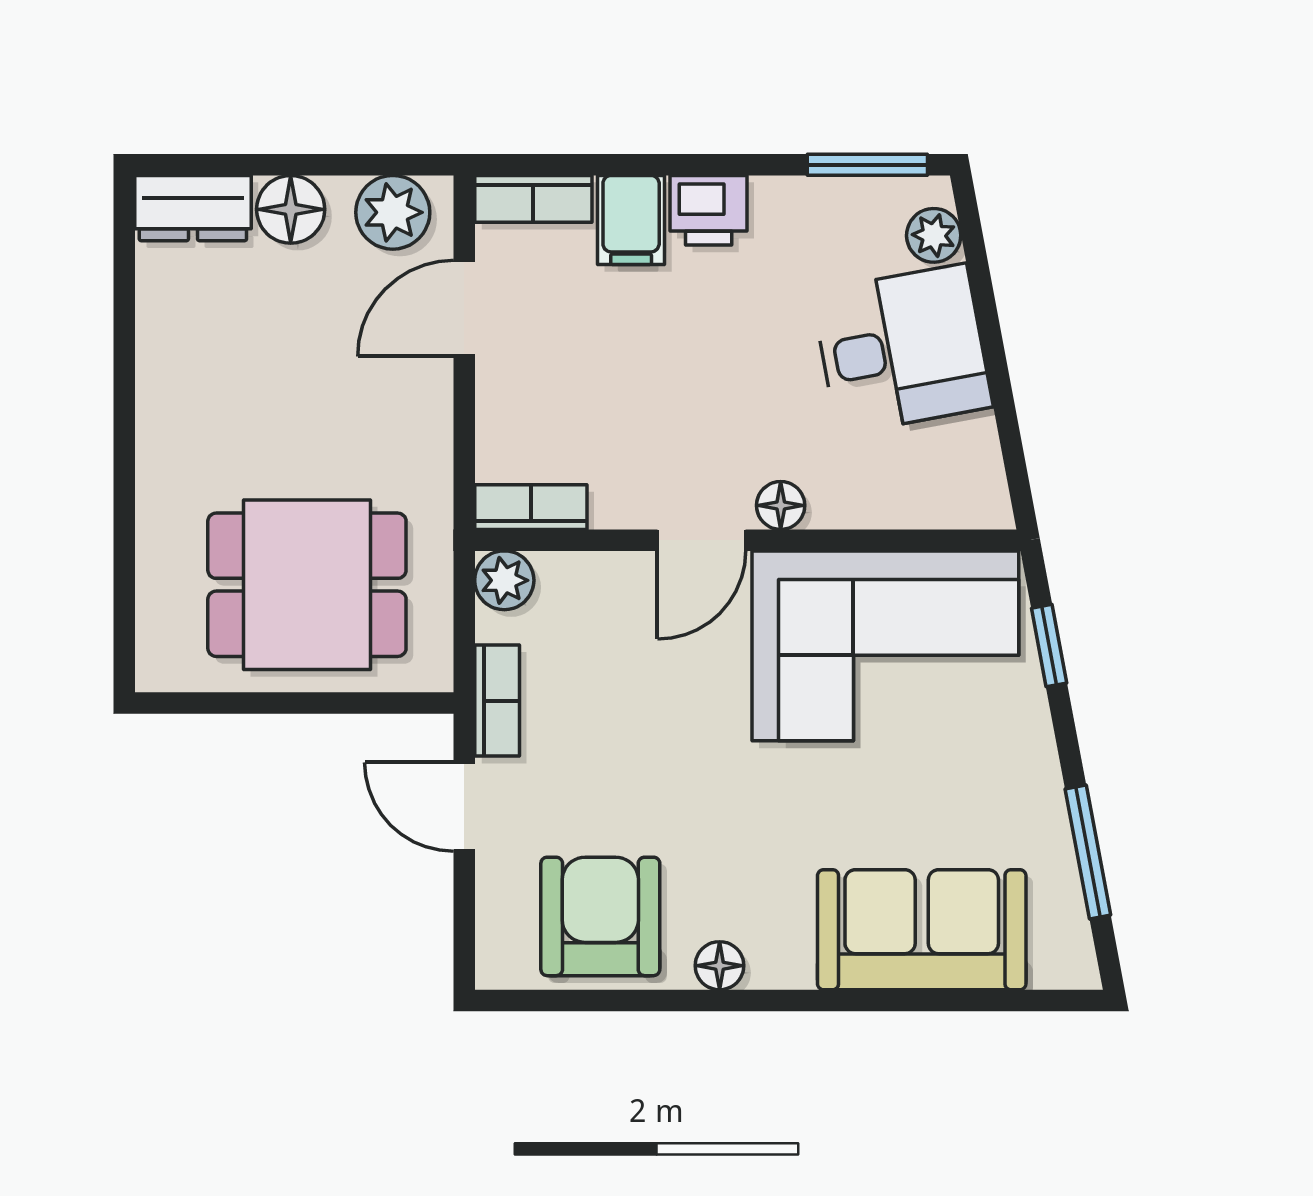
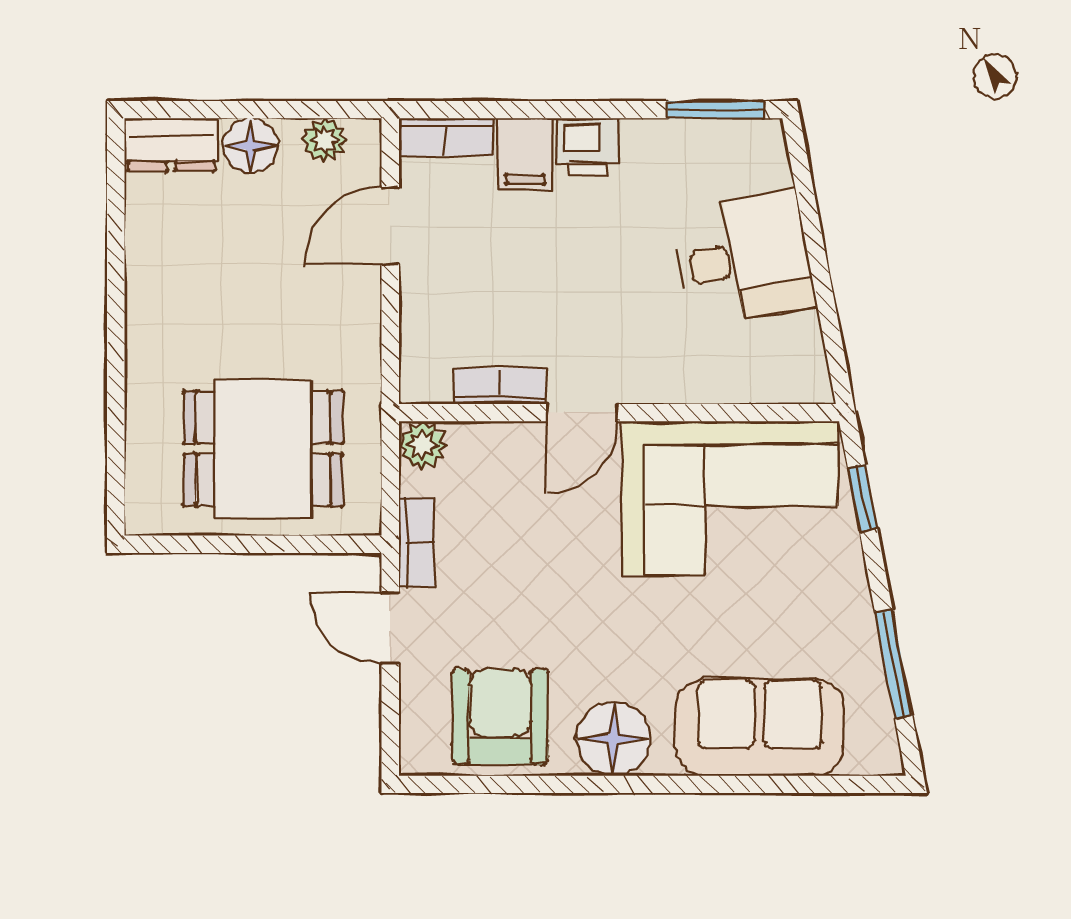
plant: (393, 212) -> (324, 140), width x0.73, depth x0.73
plant: (934, 235) -> (769, 167), removed
floor lamp: (781, 505) -> (646, 385), removed
bookcase: (531, 507) -> (500, 386), moved
floor lamp: (720, 966) -> (614, 739), width x1.89, depth x1.89

